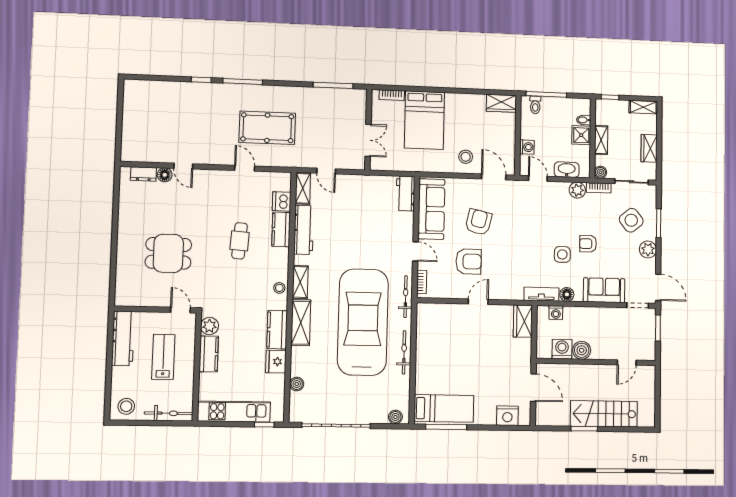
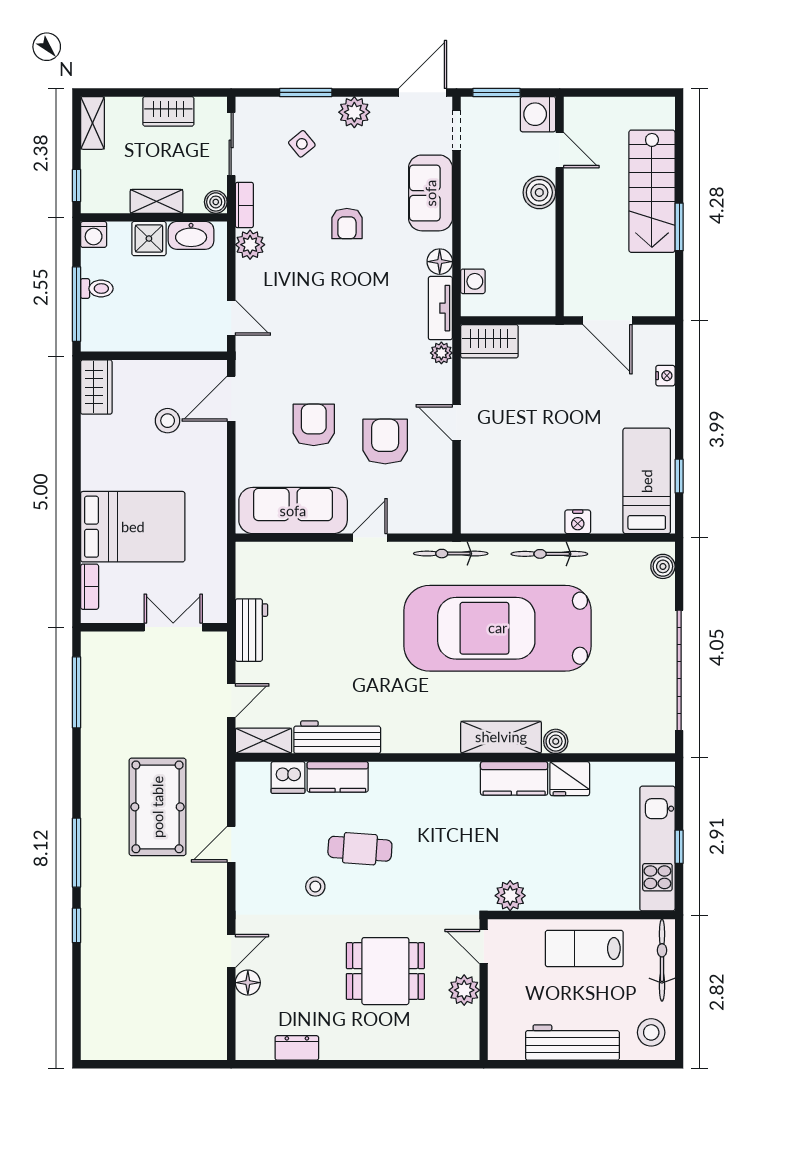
toilet: (535, 105) -> (97, 289), moved
bidet: (584, 120) -> (121, 234), removed
washing machine: (527, 147) -> (94, 234), moved, turned 180
stool: (466, 157) -> (168, 421), moved
washbasin: (567, 170) -> (191, 235), moved, turned -90
dresser: (143, 174) -> (297, 1048), moved, turned -90
door: (538, 178) -> (231, 318), swing flipped
workbench: (405, 193) -> (251, 630), moved, turned -90
side table: (631, 220) -> (302, 144), width x0.54, depth x0.54
armchair: (479, 222) -> (314, 425), turned 77
dining table: (168, 253) -> (385, 971), turned 90
side table: (562, 254) -> (368, 271), removed
shelving: (300, 282) -> (430, 740), removed
bookcase: (422, 282) -> (424, 525), removed
stool: (279, 288) -> (315, 887), moved
plant: (517, 294) -> (441, 353), added
plant: (155, 298) -> (464, 990), added
door: (180, 310) -> (484, 947), hinge flipped
workbench: (123, 338) -> (572, 1043), moved
washing machine: (562, 349) -> (538, 114), moved
boiler: (582, 350) -> (539, 192), moved
kitchen counter: (209, 354) -> (559, 895), removed
lab bench: (163, 357) -> (584, 949), moved
nightstand: (422, 369) -> (578, 522), added
boiler: (297, 384) -> (556, 741), moved
door: (533, 388) -> (607, 320), swing flipped
nightstand: (507, 416) -> (665, 376), width x0.53, depth x0.56
window: (264, 425) -> (679, 847), moved
window: (446, 427) -> (679, 476), width x0.46

